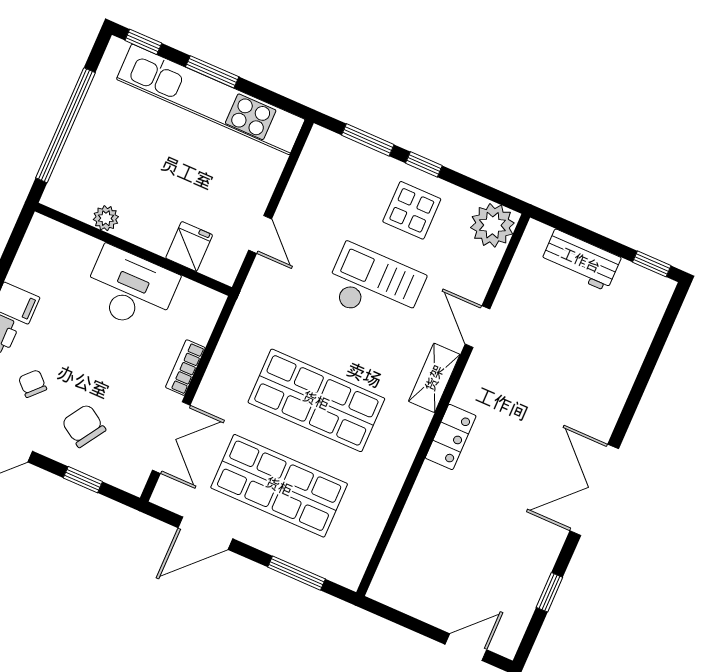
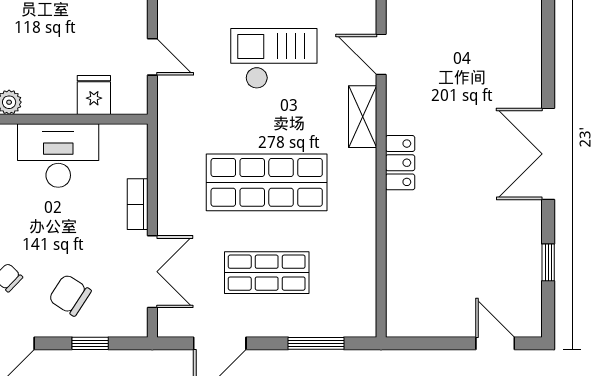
shop shelf: (279, 486) -> (267, 273), width x0.70, depth x0.74
door: (466, 647) -> (495, 343), hinge flipped

